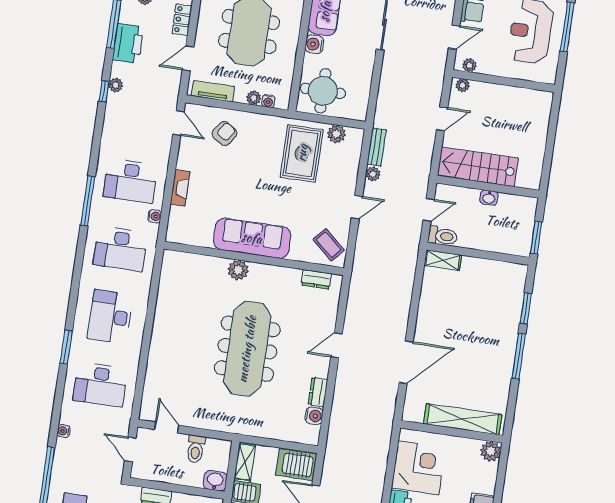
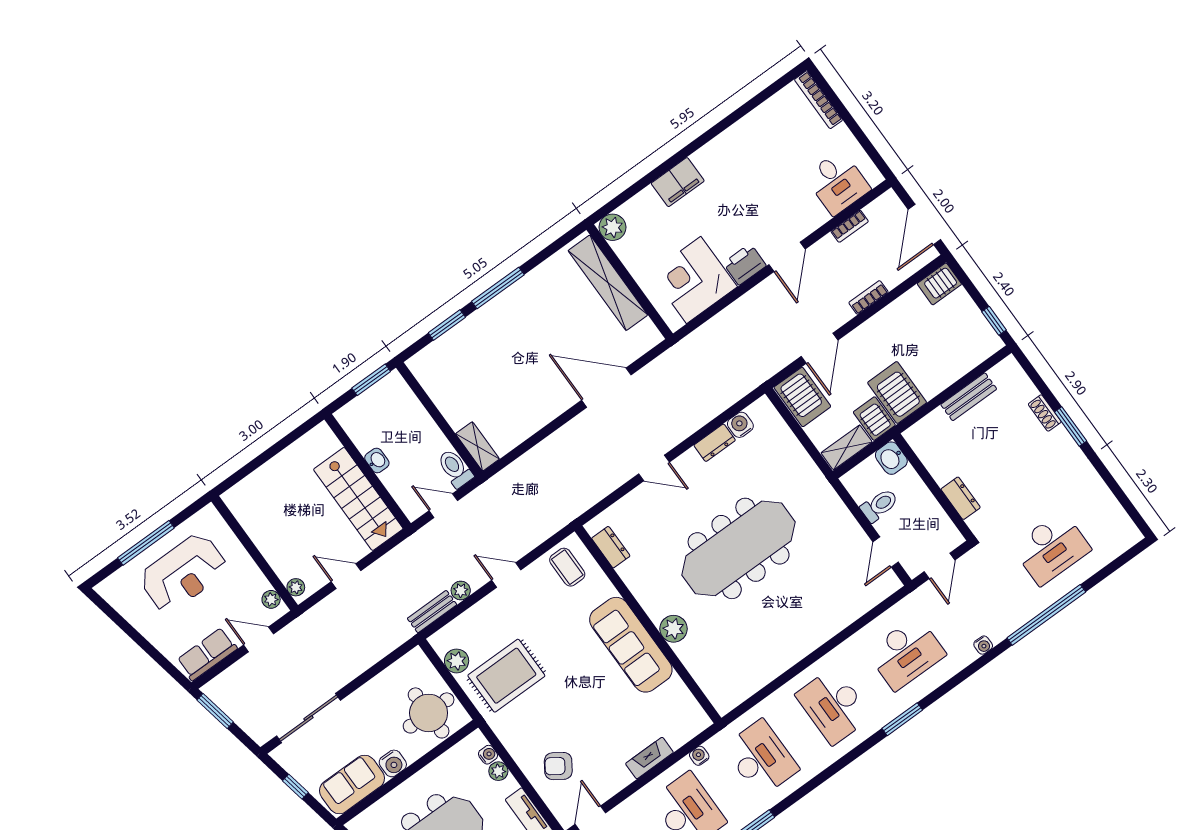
coffee table: (329, 245) -> (567, 567), turned -41
desk: (110, 317) -> (834, 706), turned 90
desk: (100, 385) -> (906, 653), turned 90

